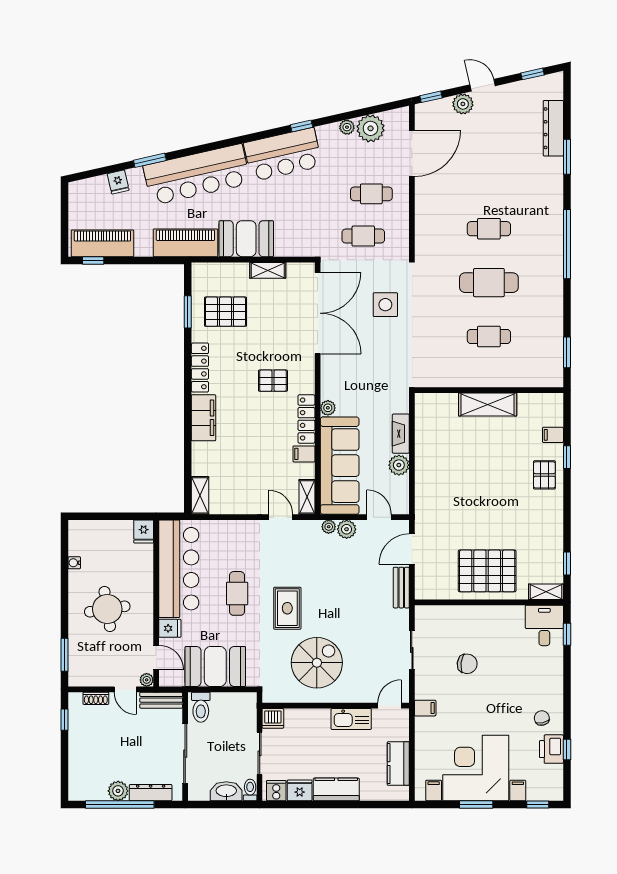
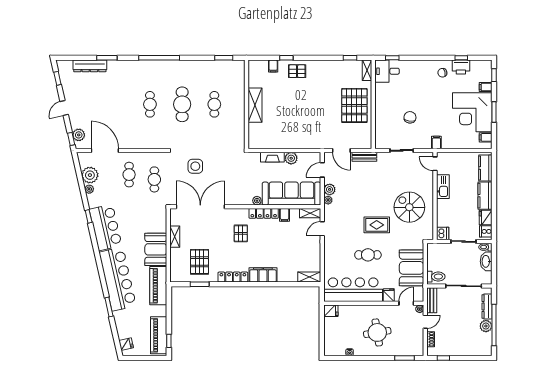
plant: (463, 104) -> (79, 135), moved
fridge: (118, 182) -> (126, 344), moved
kitchen counter: (398, 764) -> (485, 168), moved, turned 90

